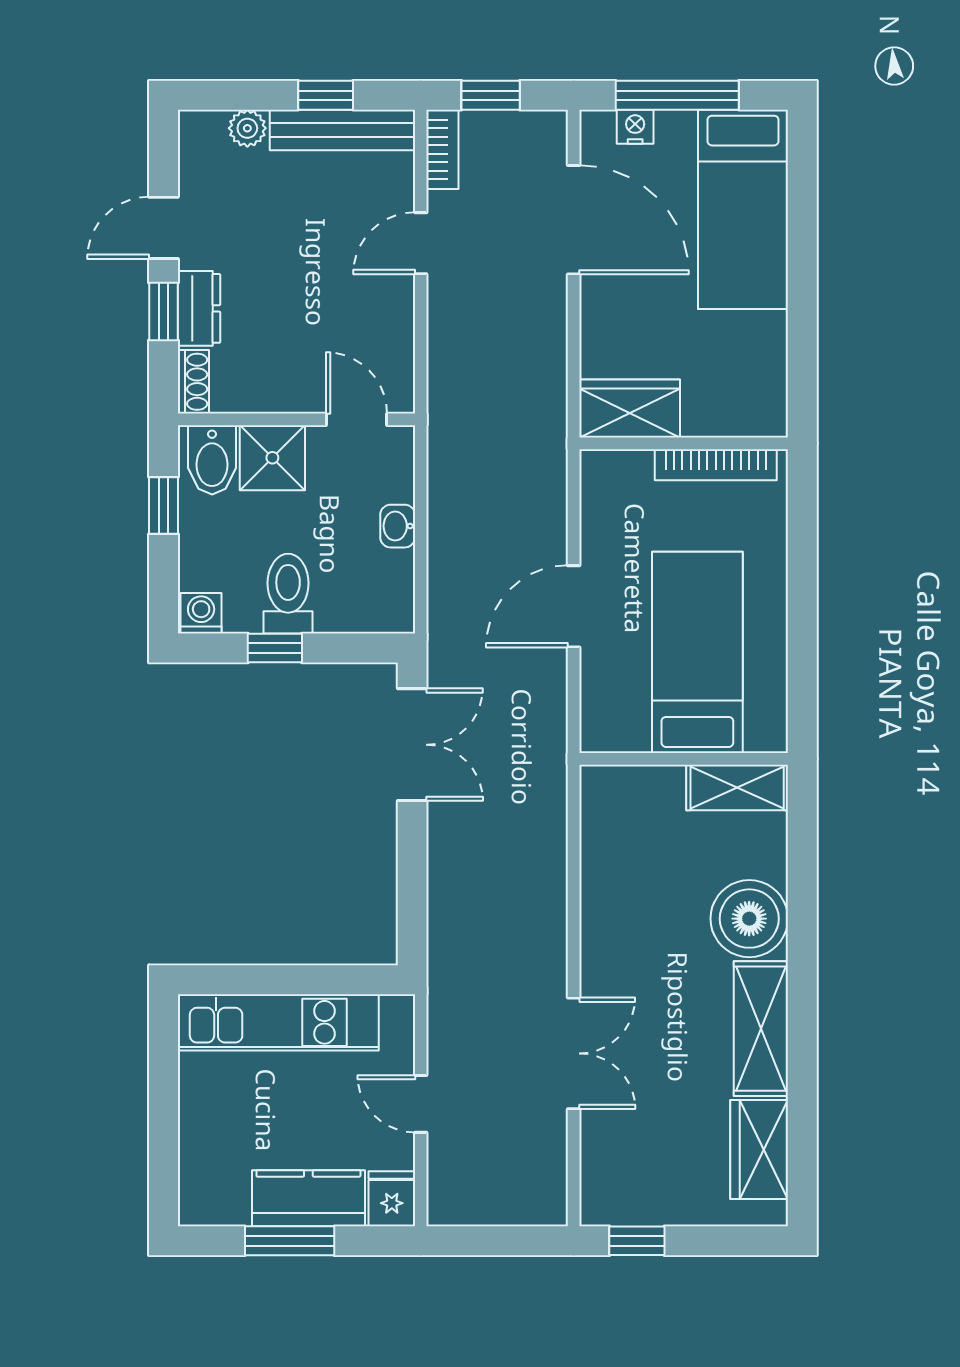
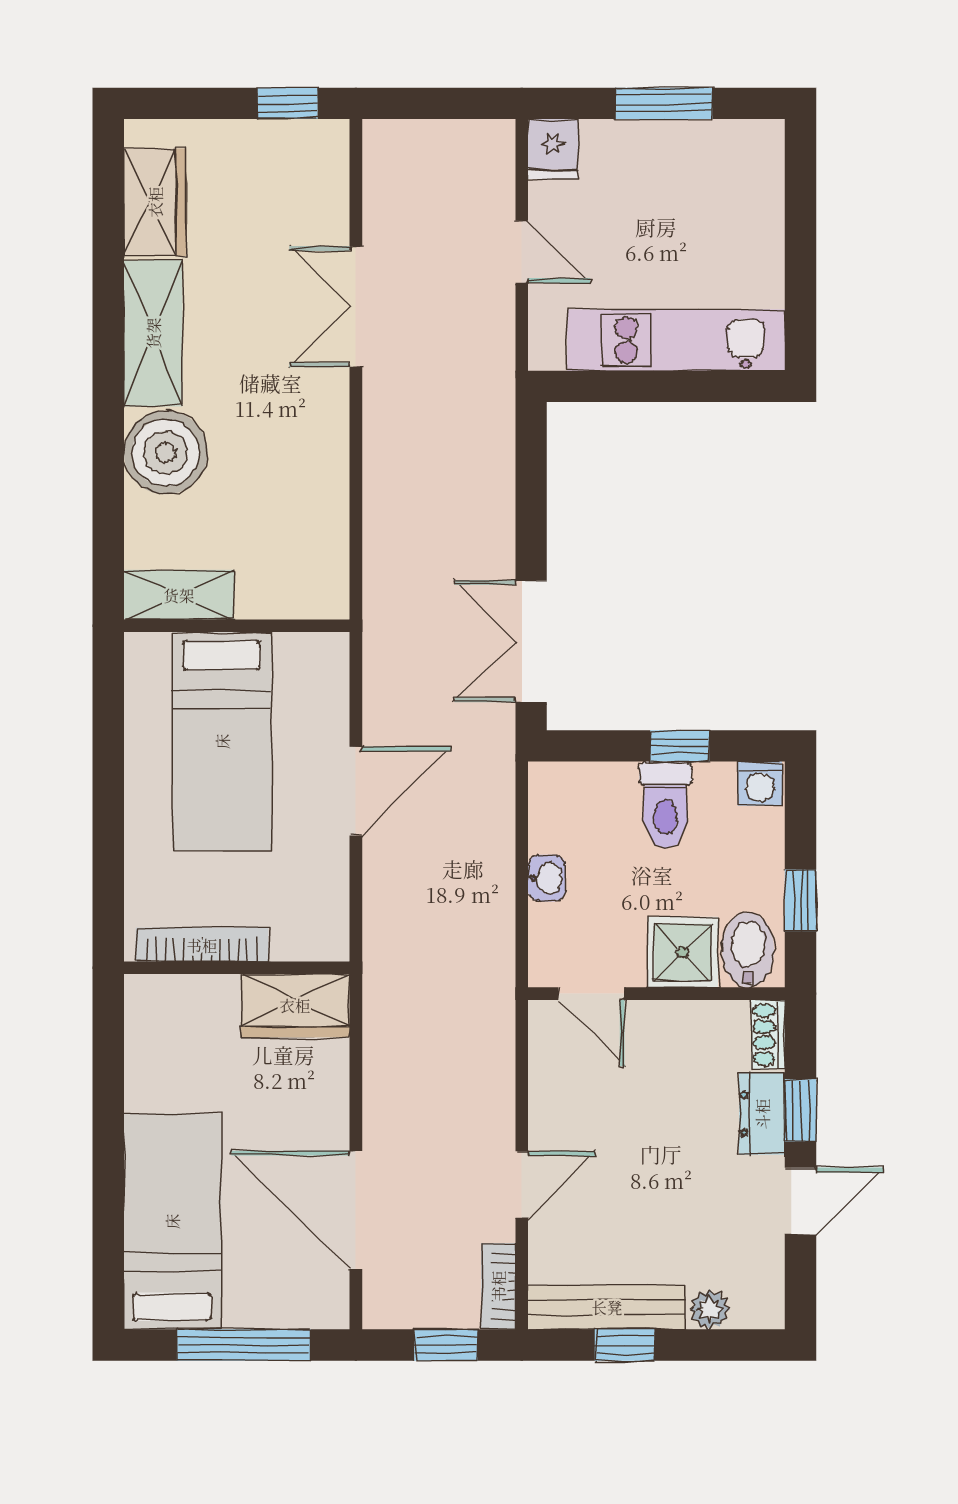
nightstand: (635, 127) -> (289, 1311), removed
kitchen counter: (308, 1198) -> (644, 149), removed

